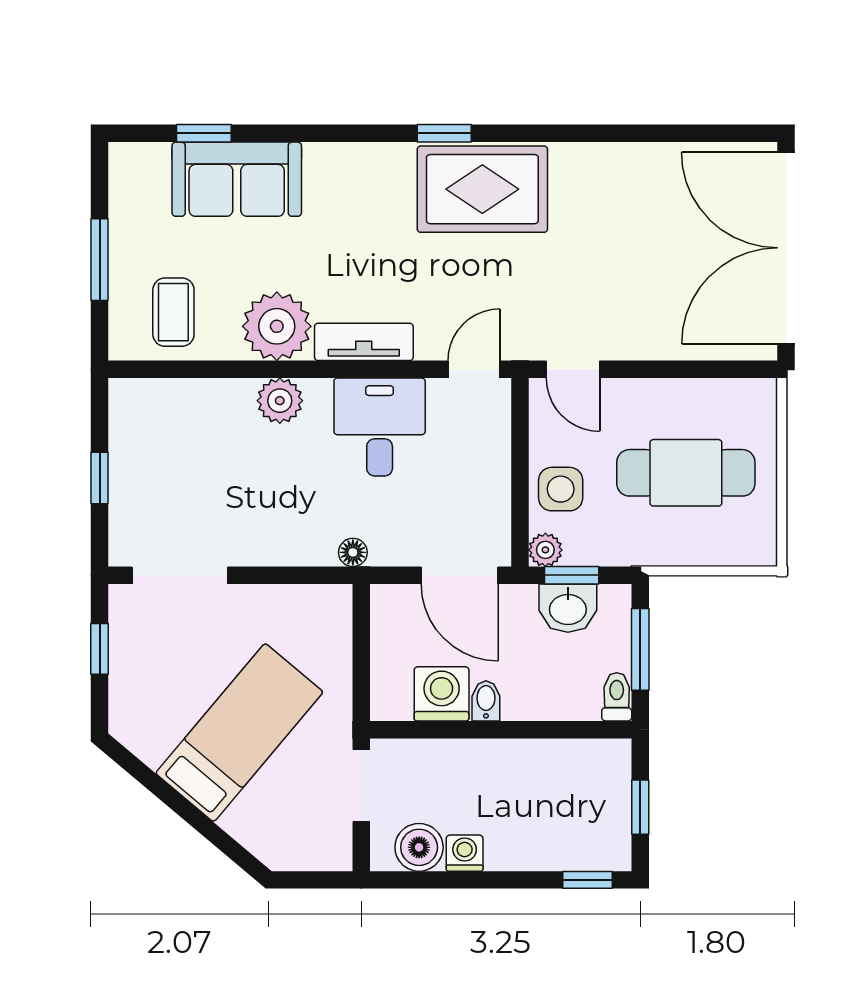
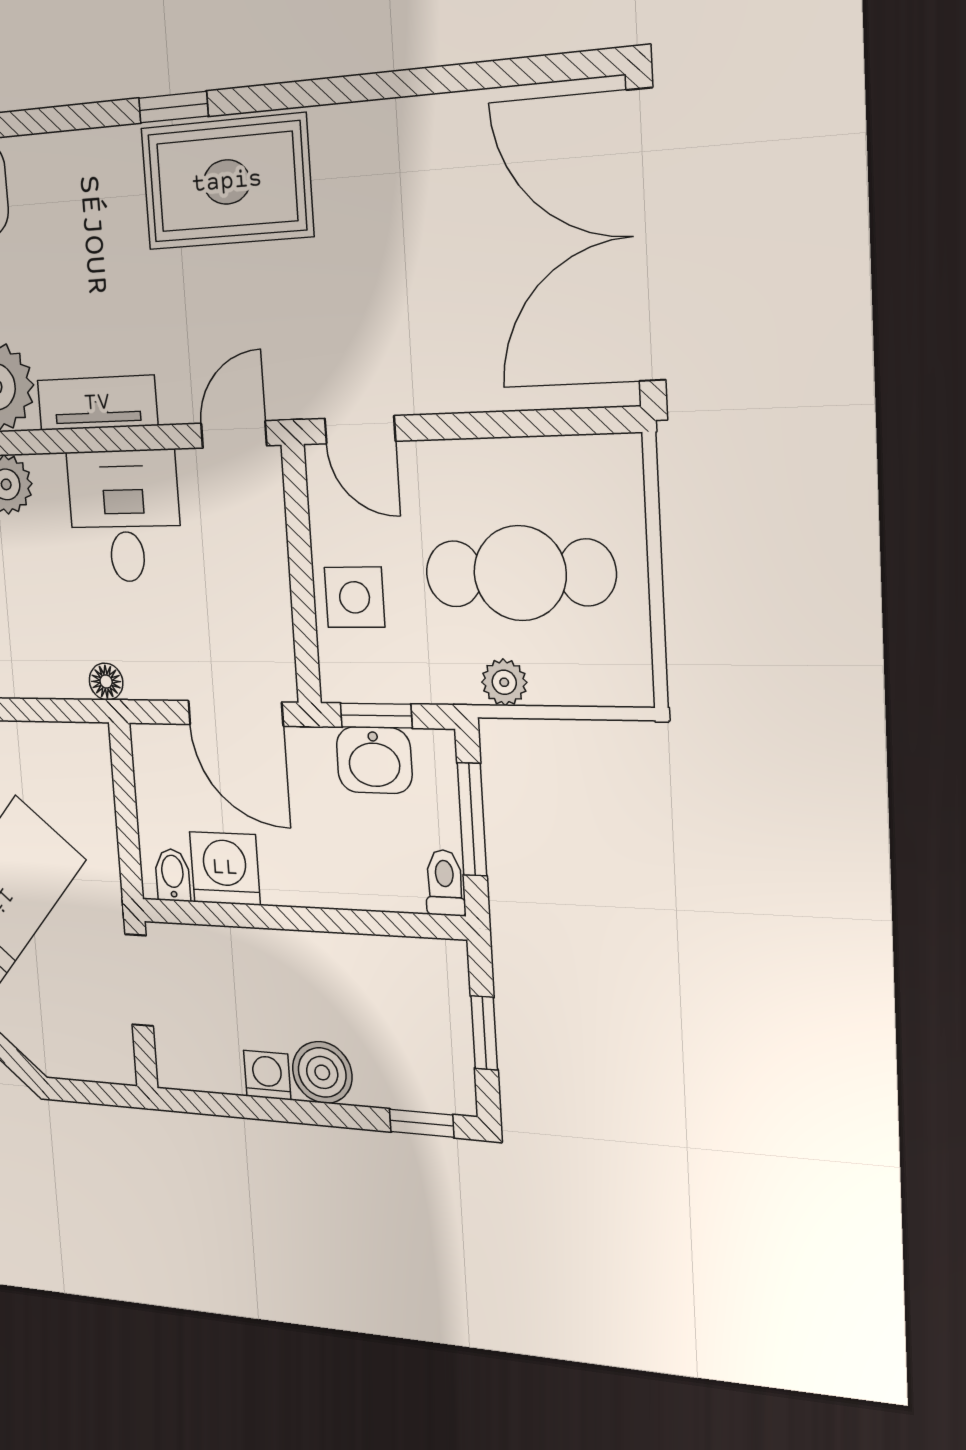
plant: (545, 550) -> (504, 682), moved
bidet: (486, 701) -> (173, 875), moved
boiler: (419, 847) -> (322, 1072), moved

